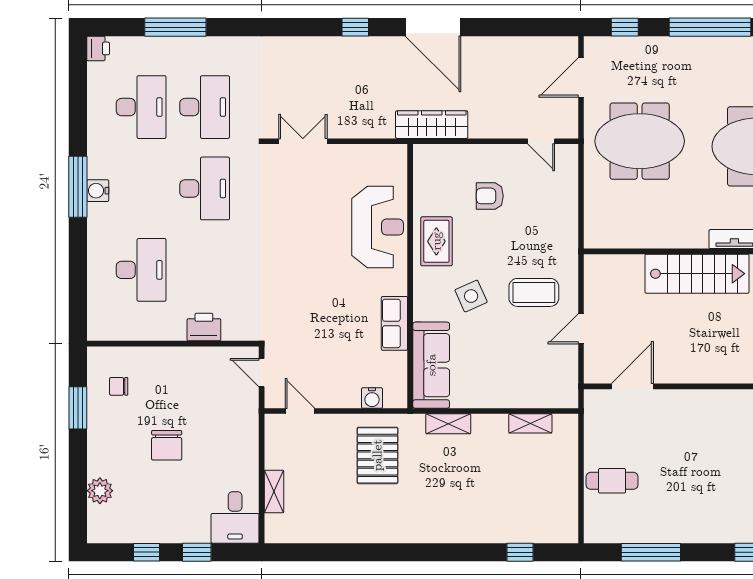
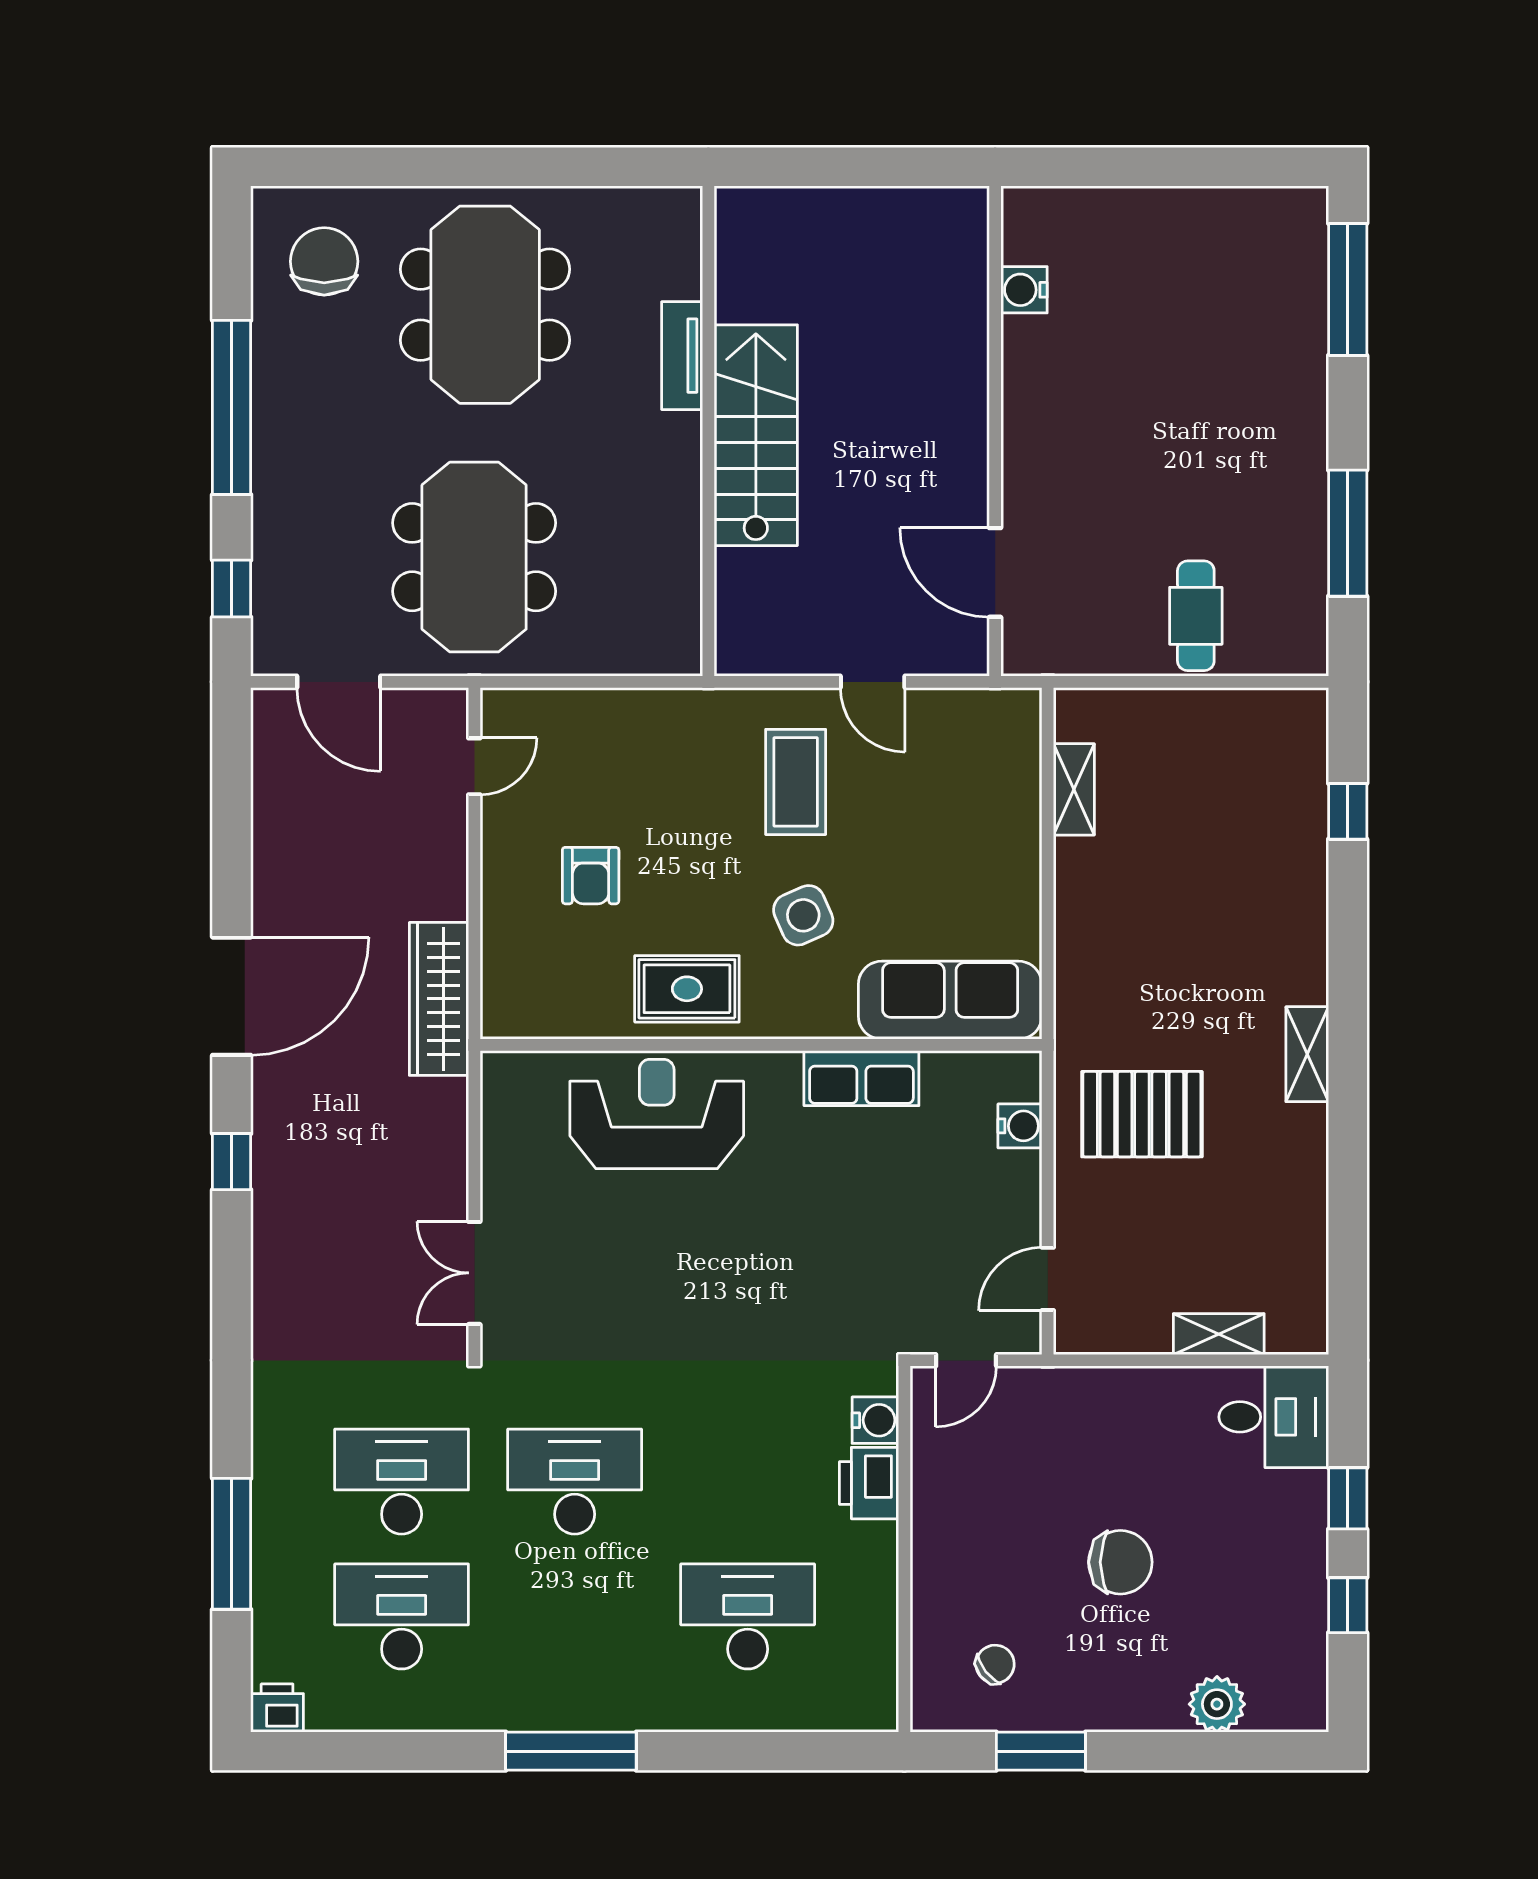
water cooler: (98, 191) -> (875, 1420), moved, turned -90
chair: (119, 386) -> (995, 1664), turned -128
shelving: (448, 424) -> (1307, 1054), moved

